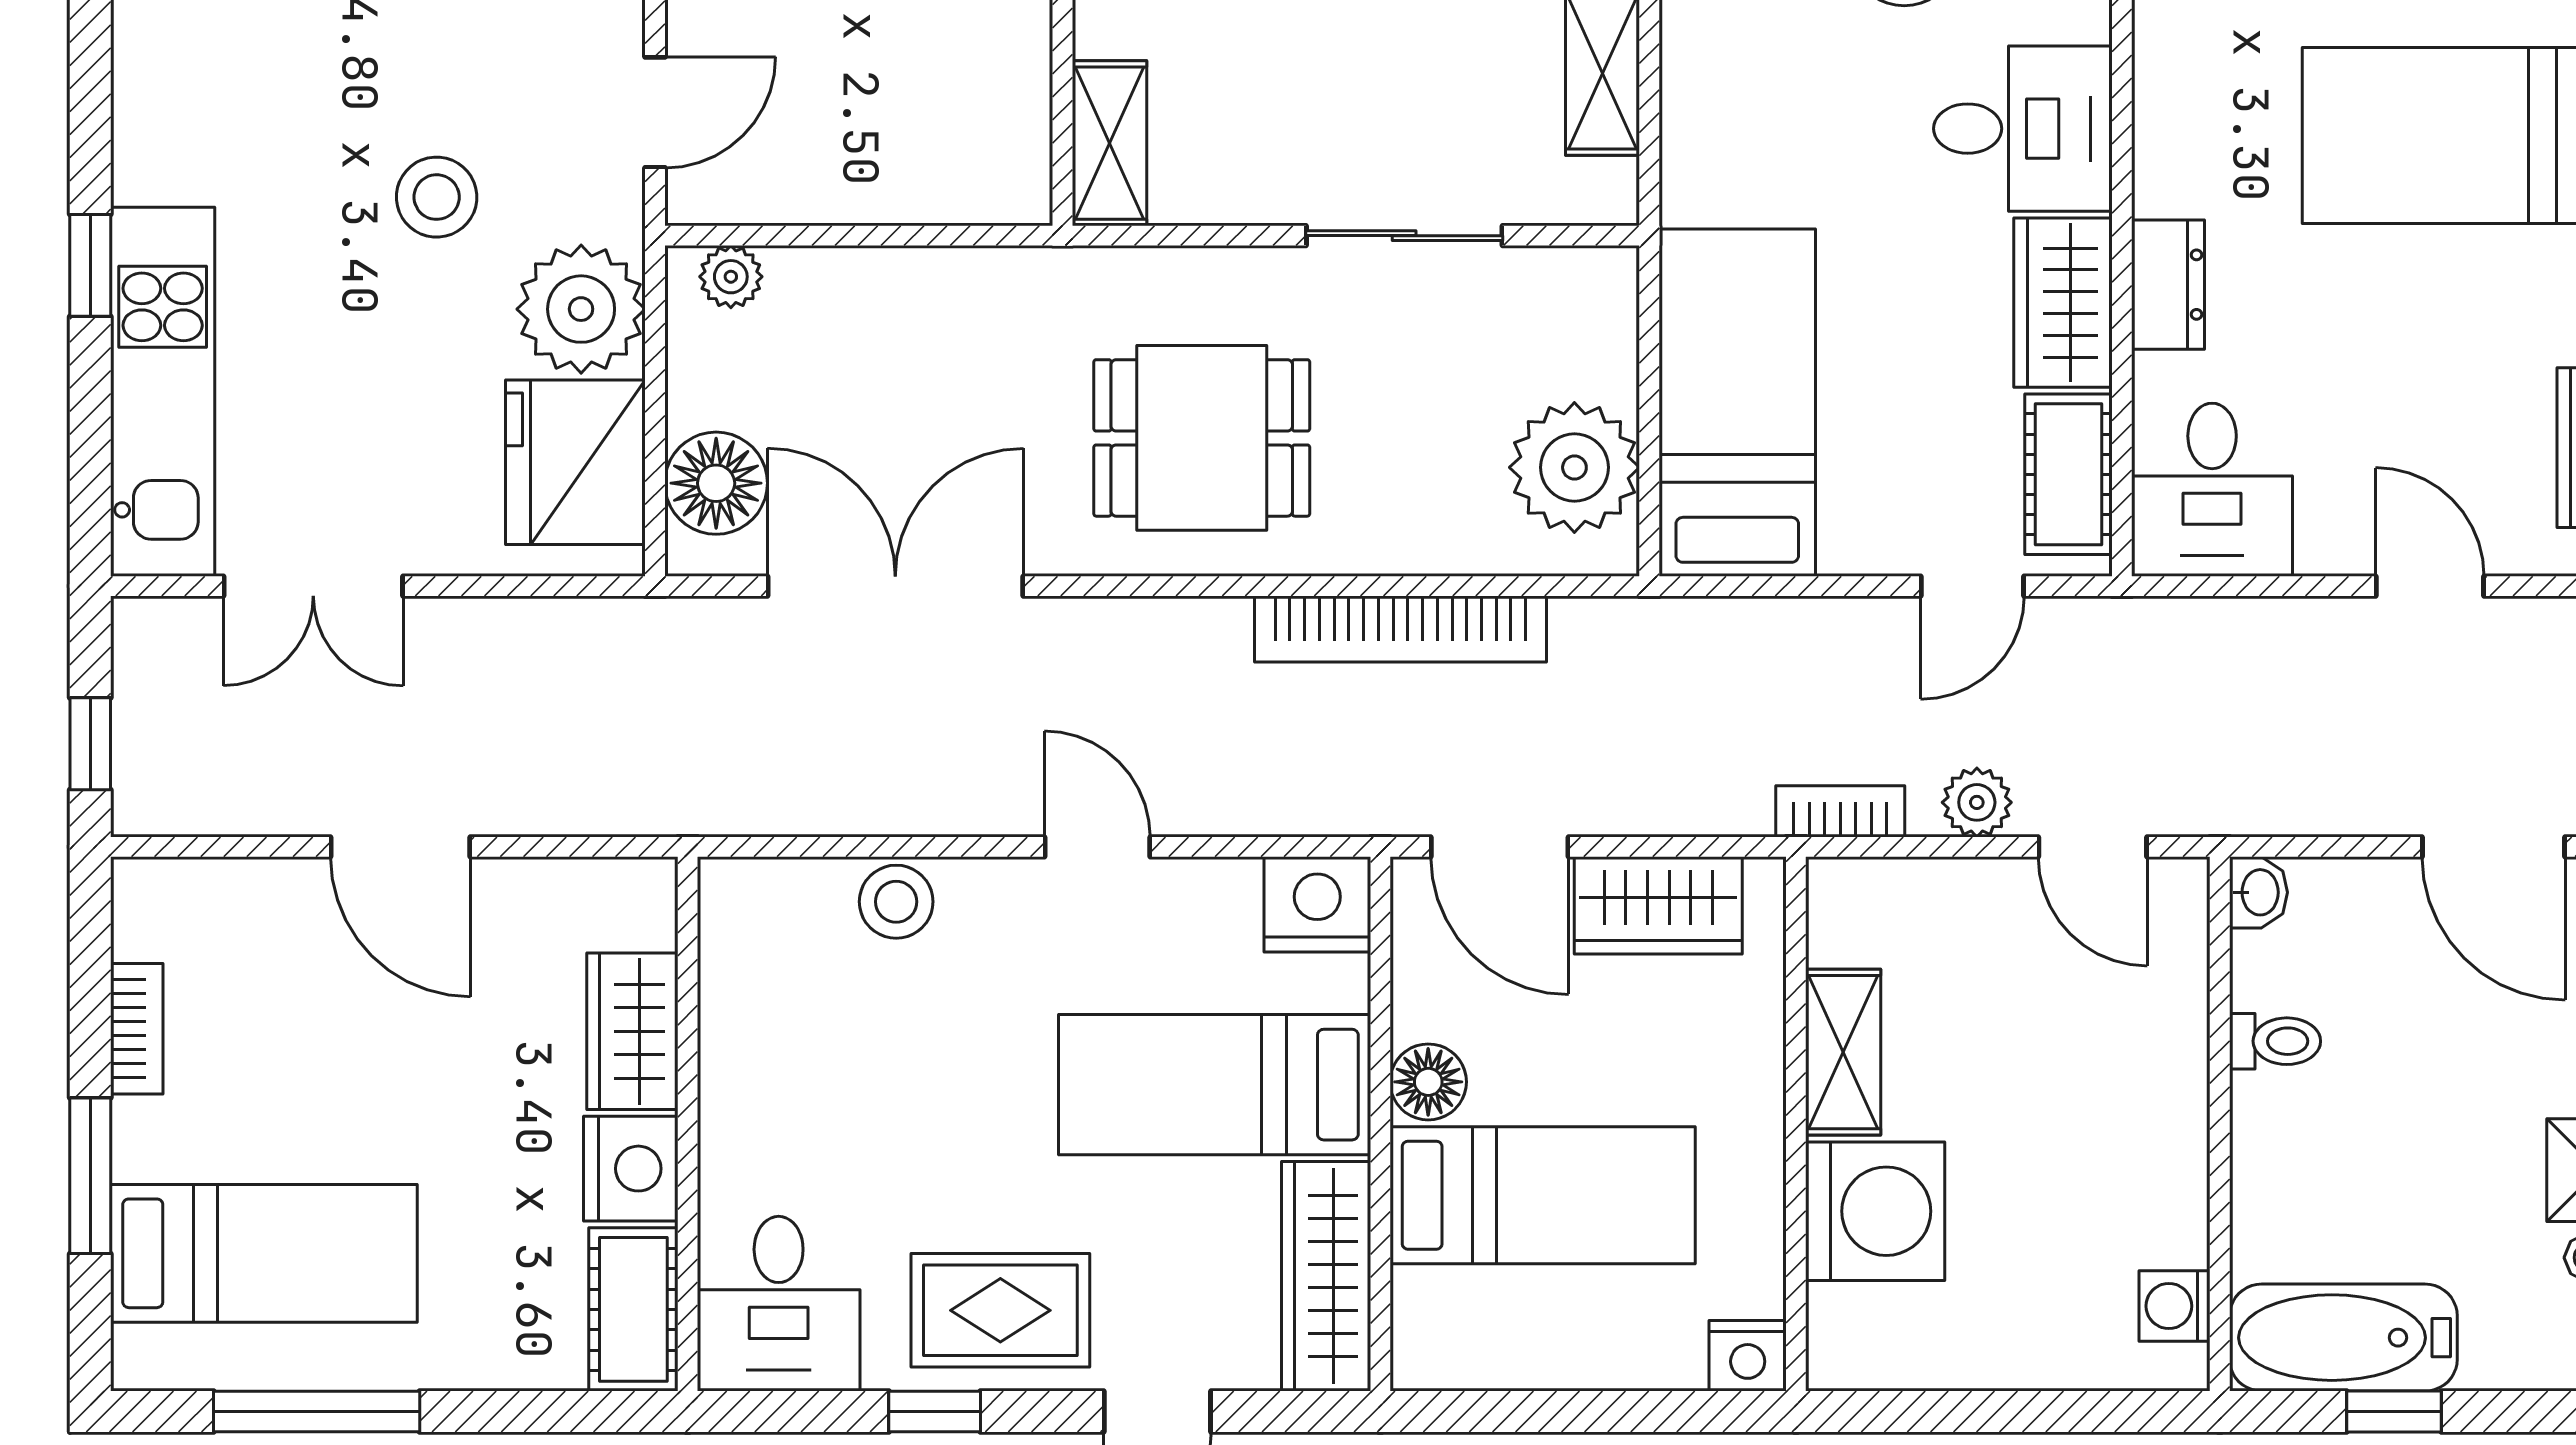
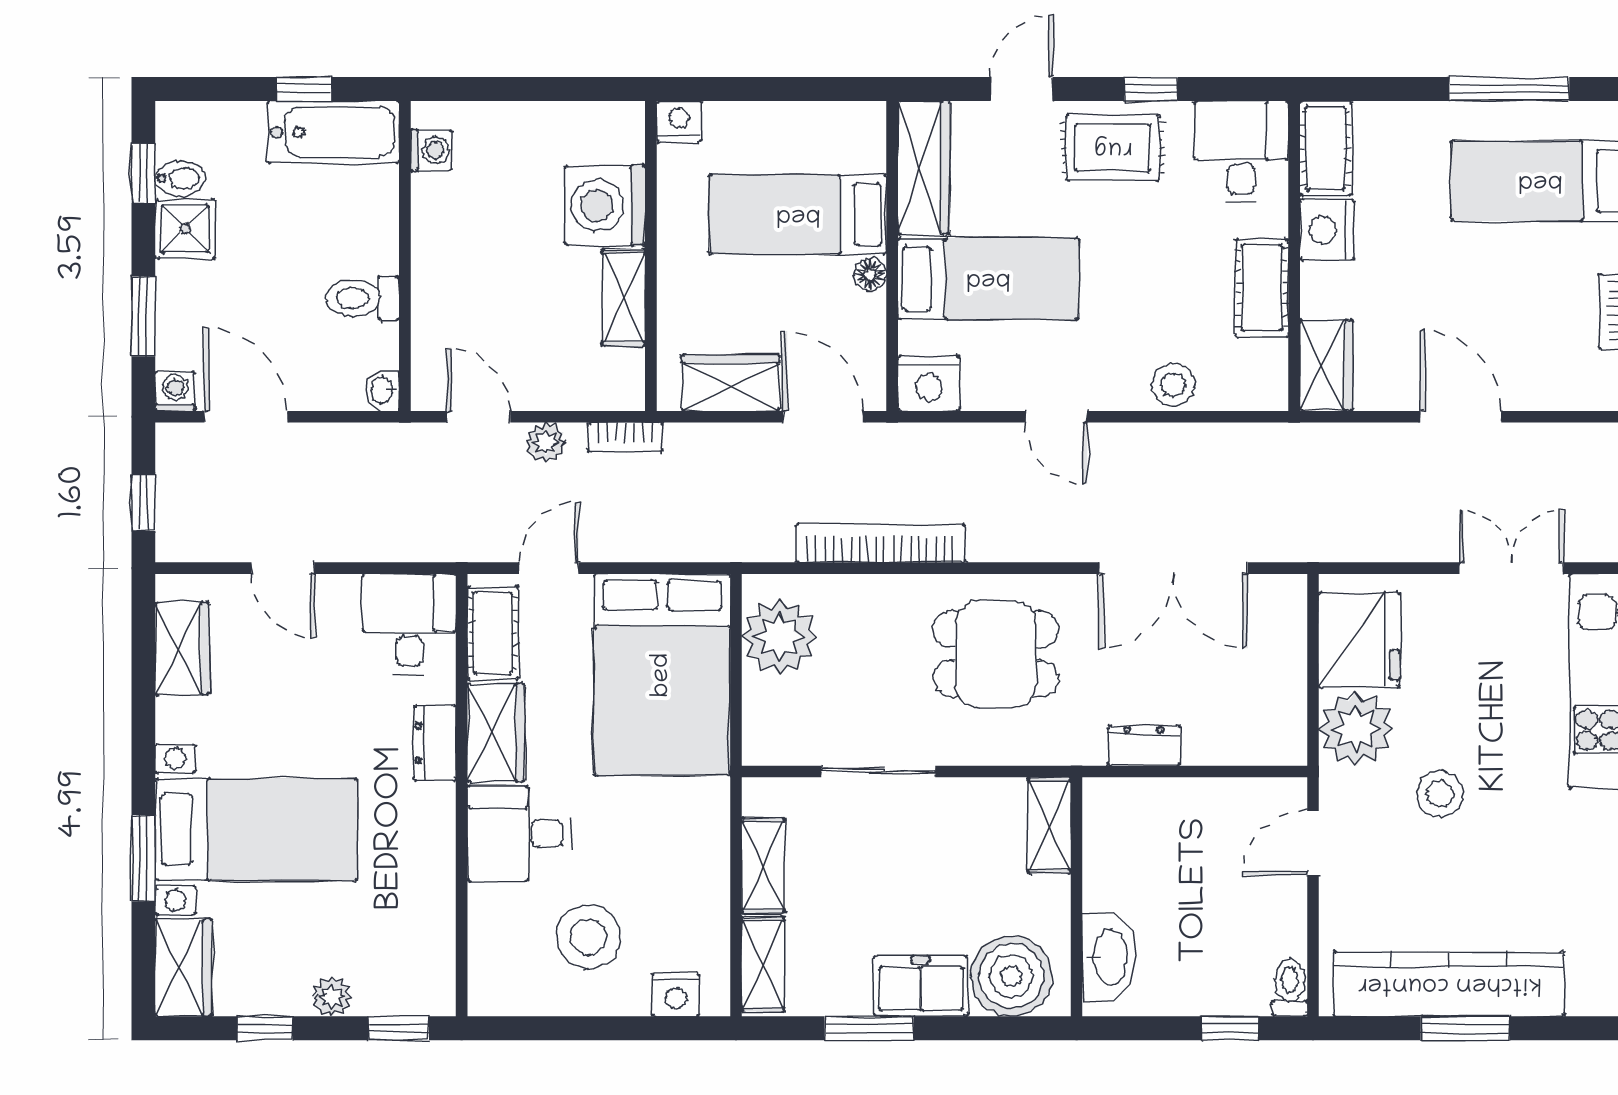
plant: (731, 277) -> (1269, 748), removed
dresser: (947, 280) -> (1144, 745), added
bed: (1737, 403) -> (662, 675), width x1.50
floor lamp: (716, 483) -> (1278, 628), removed
wardrobe: (632, 1031) -> (1326, 365), moved
toilet: (2275, 1041) -> (363, 298), width x1.37, depth x1.39
cot: (743, 1069) -> (1262, 288), added
floor lamp: (1428, 1082) -> (870, 274), width x0.73, depth x0.73

